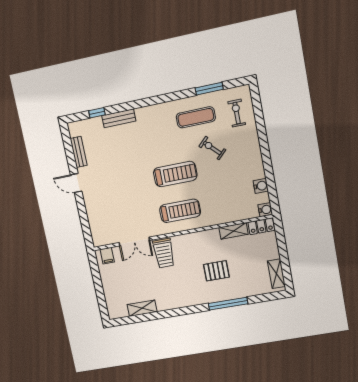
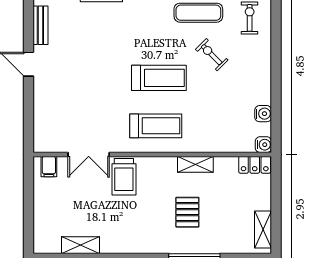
shelving: (233, 231) -> (195, 164), moved
pallet: (216, 271) -> (187, 212), turned 90

